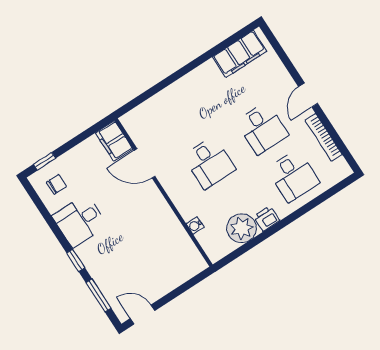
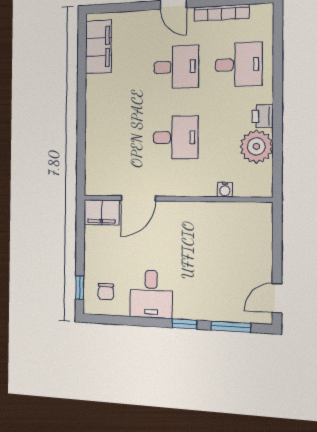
chair: (56, 184) -> (106, 292), turned 180

